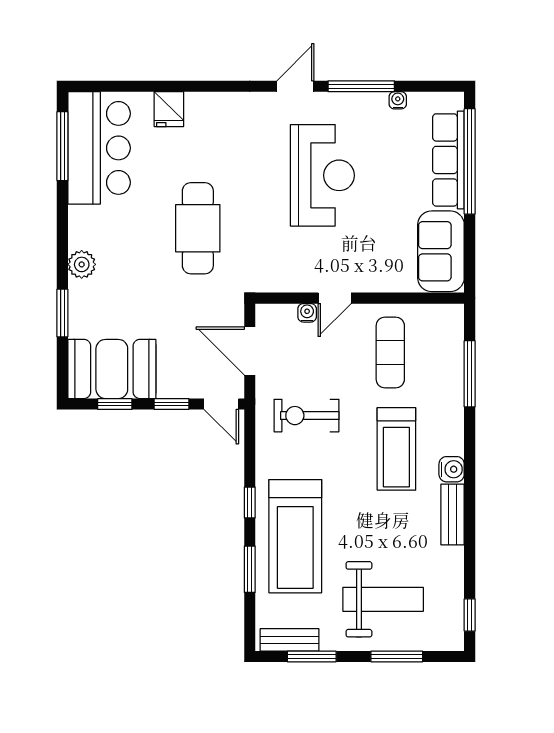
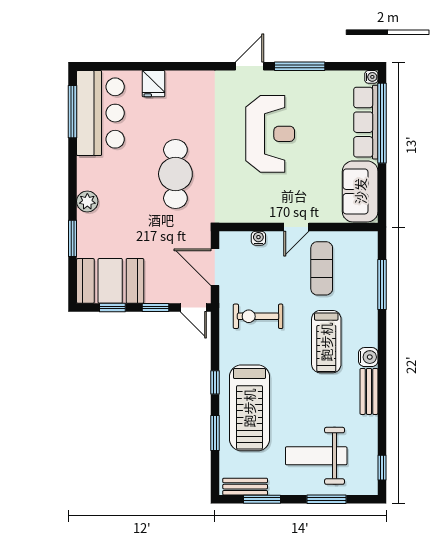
water cooler: (398, 100) -> (371, 77), moved, turned 90
door: (335, 298) -> (296, 227), moved
weight bench: (383, 599) -> (316, 456), turned 180

